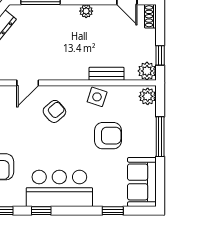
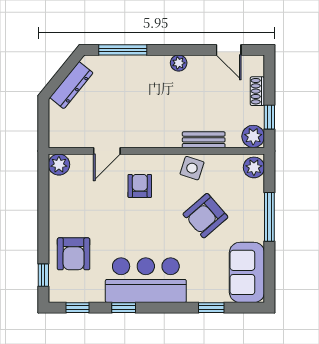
shoe rack: (150, 16) -> (257, 91), moved
armchair: (54, 111) -> (140, 186), turned -49
armchair: (108, 136) -> (205, 216), turned 139

